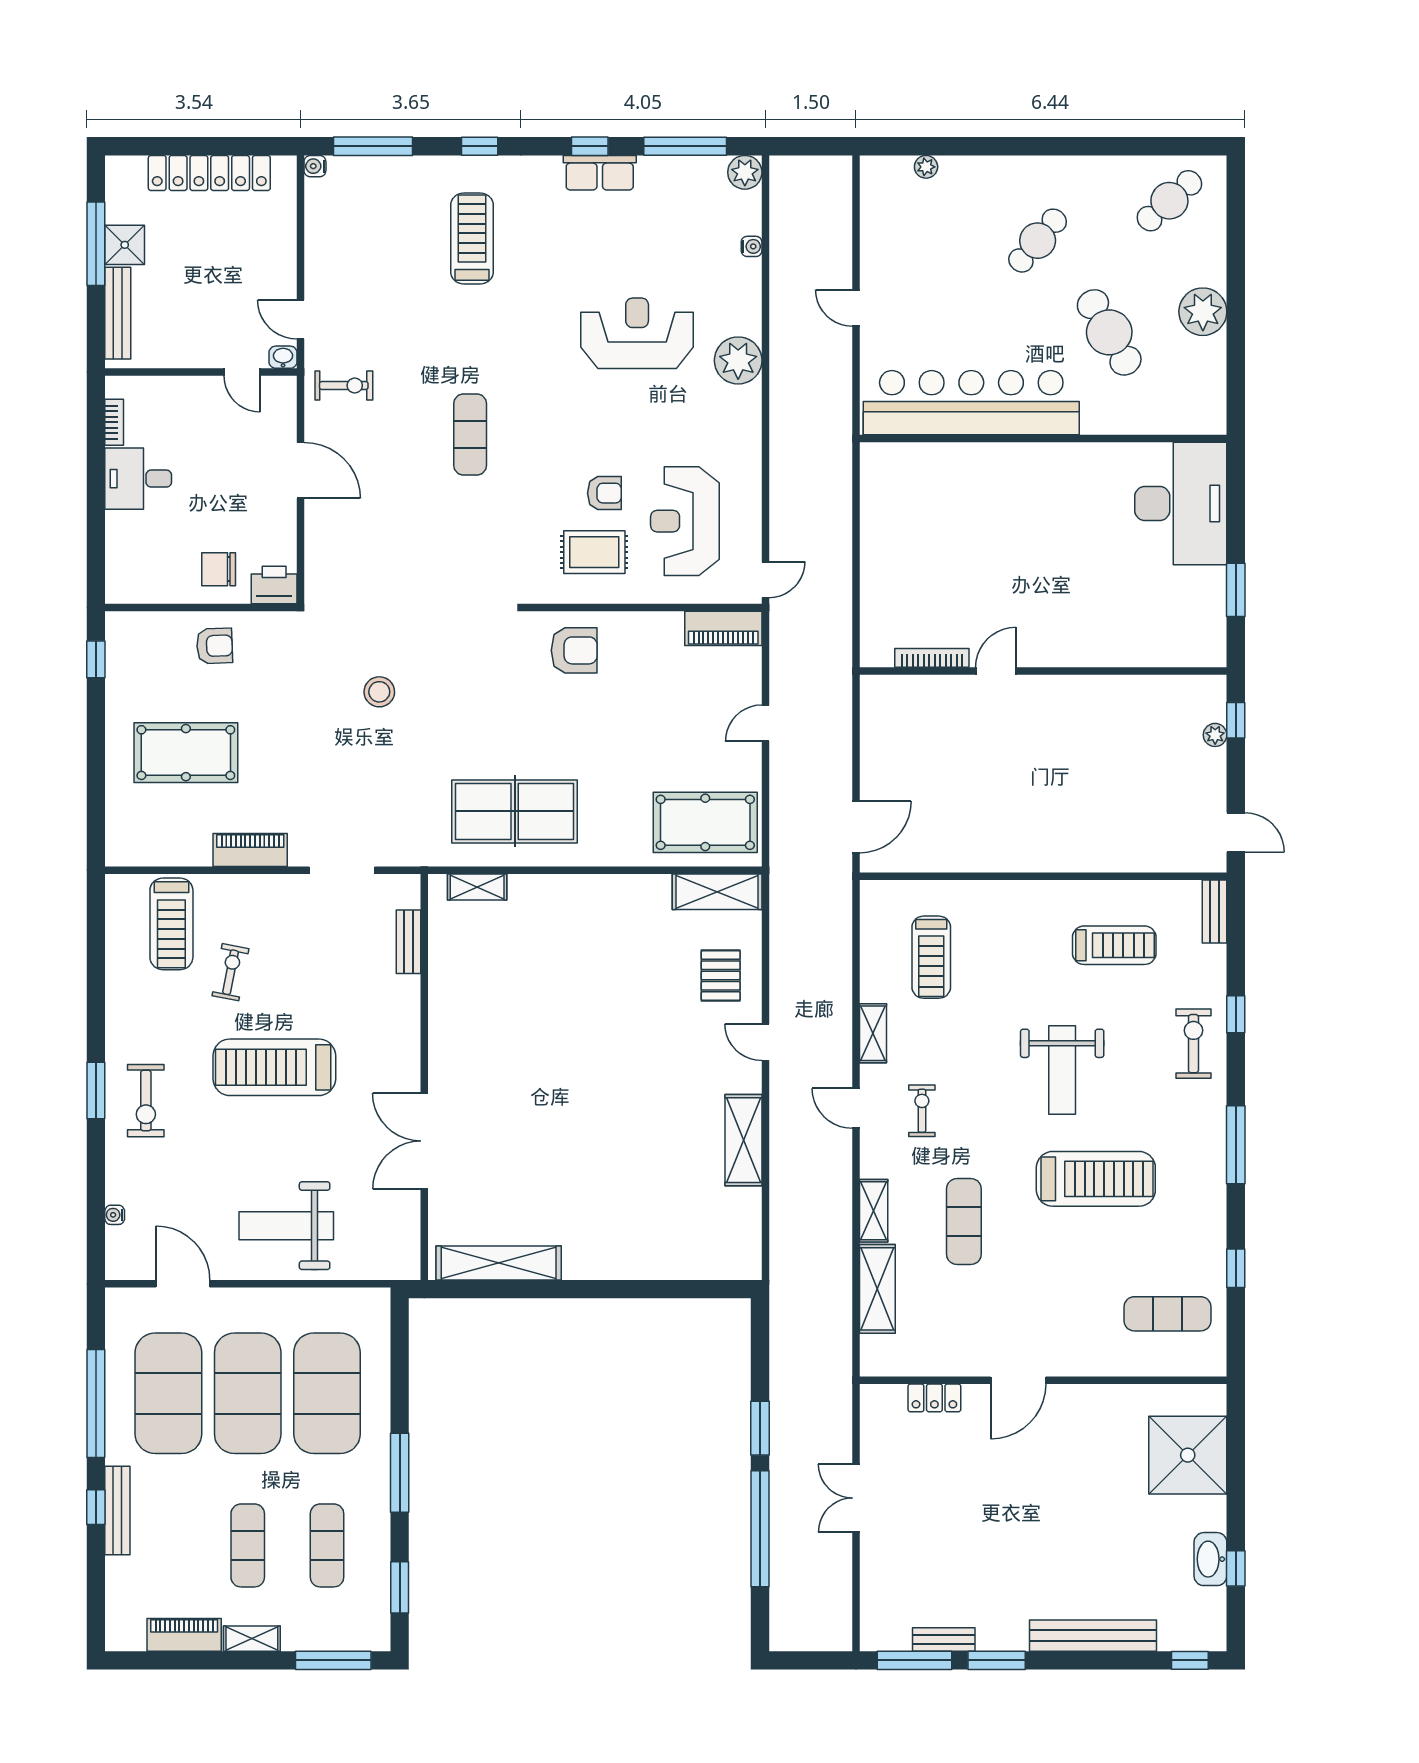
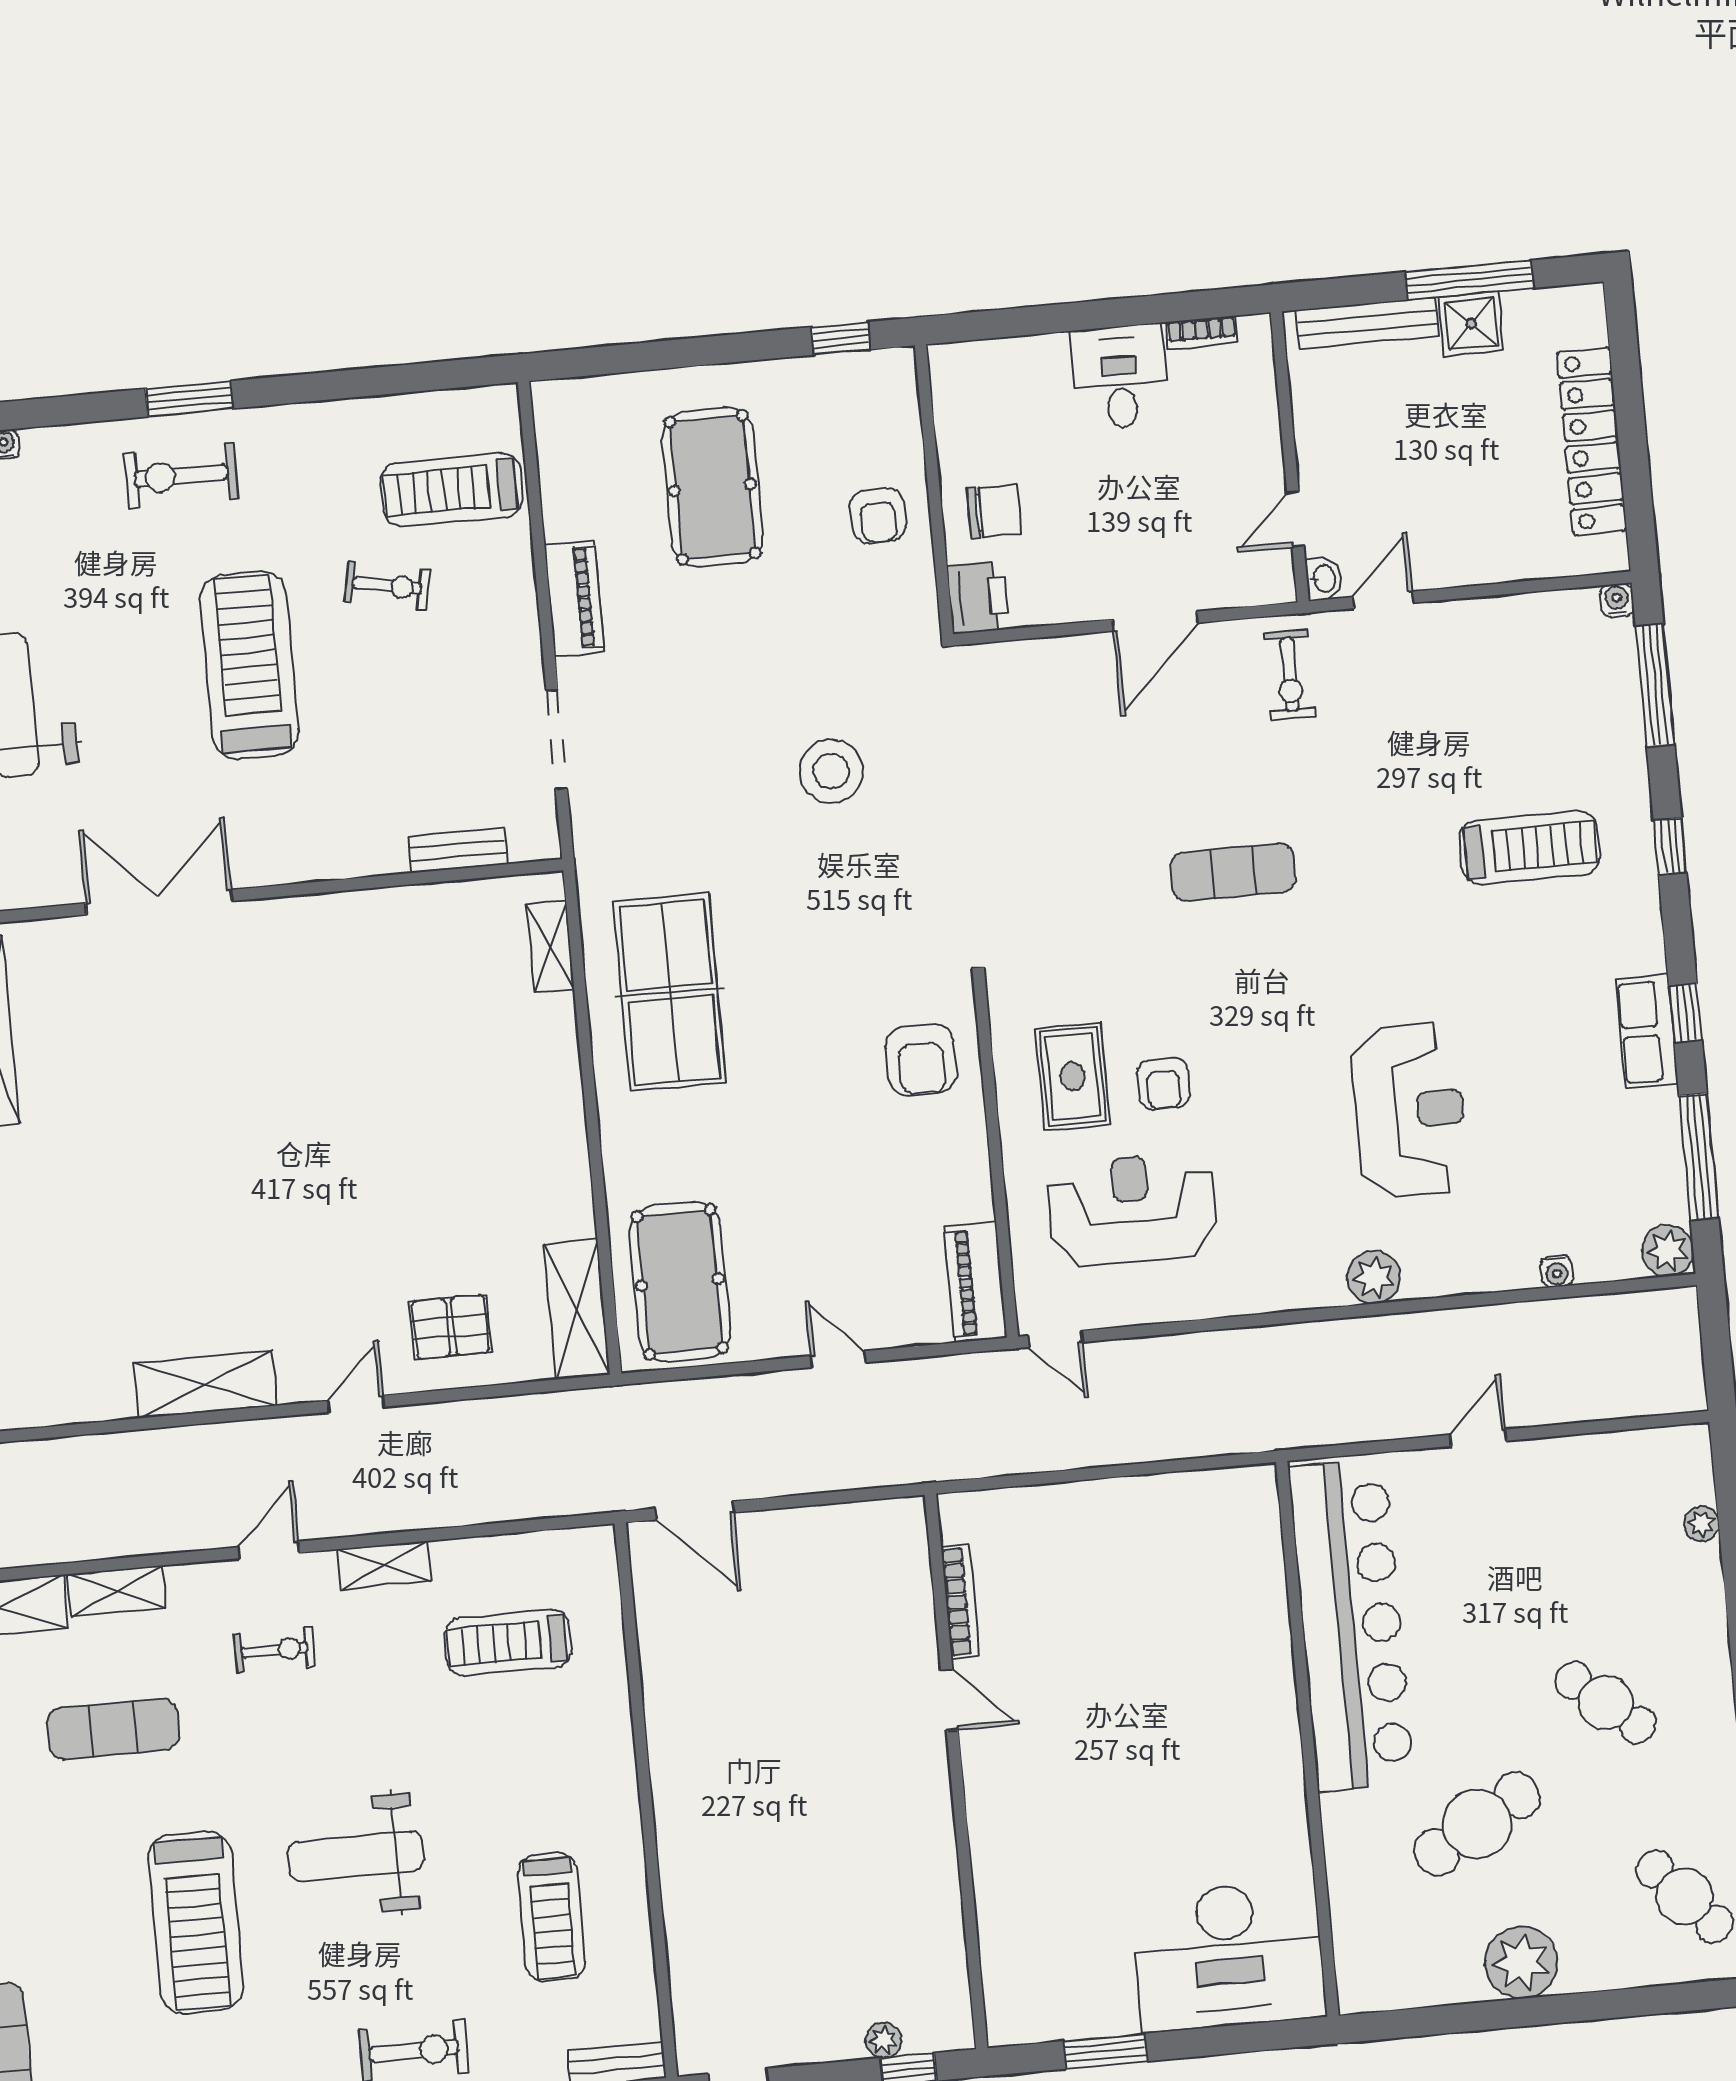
plant: (738, 360) -> (1374, 1277), width x0.73, depth x0.73
chair: (219, 569) -> (994, 511), turned 90
stool: (379, 692) -> (831, 771), width x1.38, depth x1.38

